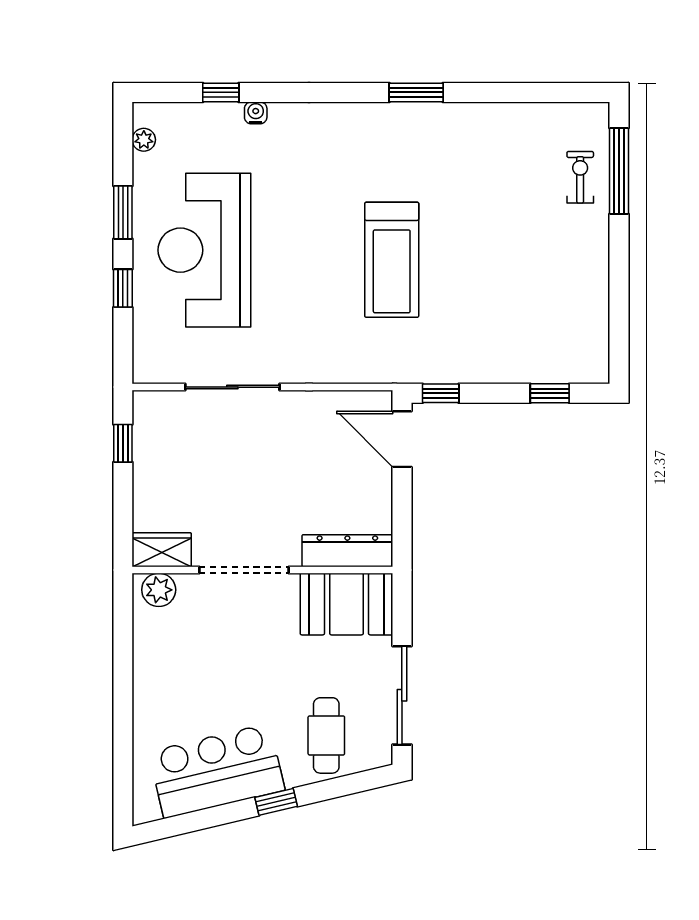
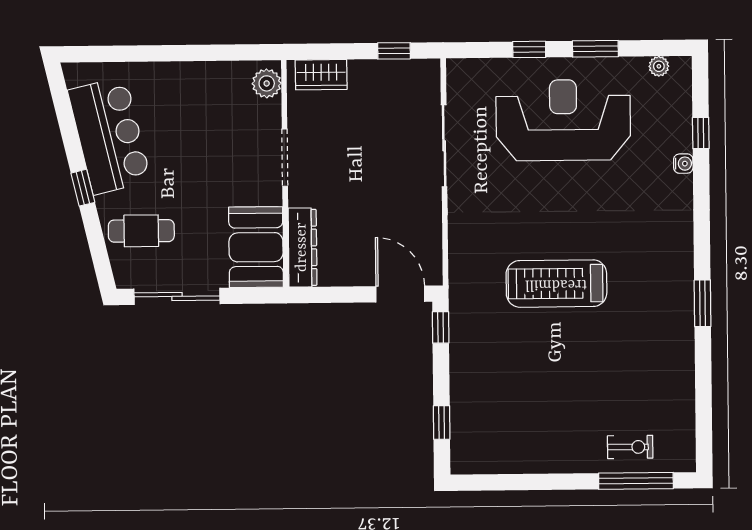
door: (402, 439) -> (400, 294), hinge flipped
wardrobe: (162, 550) -> (321, 75), moved, turned 90
doorway: (244, 570) -> (285, 158), width x0.73

